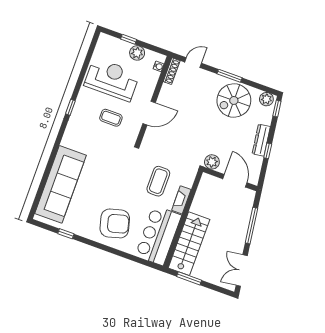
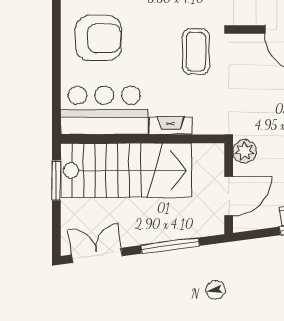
coffee table: (158, 181) -> (196, 52), moved, turned 90
armchair: (115, 223) -> (99, 38), turned -75
stairs: (189, 244) -> (126, 170), width x1.36, depth x1.51

